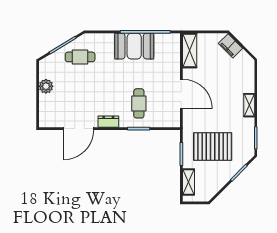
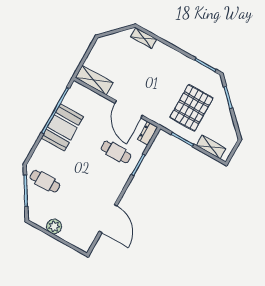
filing cabinet: (230, 46) -> (110, 41), removed
cafe table: (80, 57) -> (45, 181), turned 90
door: (181, 94) -> (129, 109), swing flipped
shelving: (249, 105) -> (144, 38), moved
dresser: (108, 122) -> (148, 133), moved

